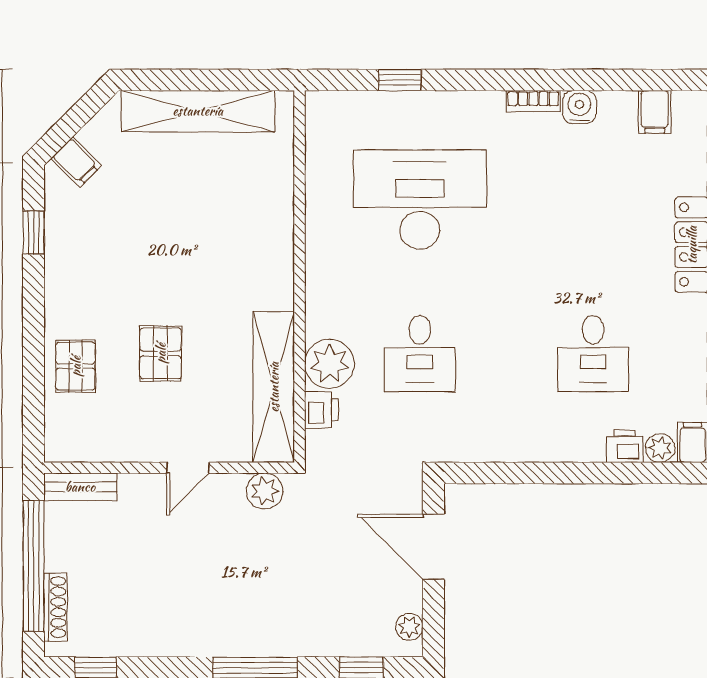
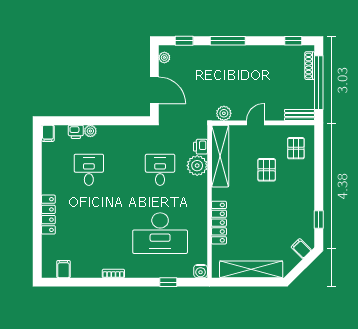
water cooler: (579, 107) -> (201, 271), moved
locker: (276, 225) -> (219, 223), added
pallet: (76, 366) -> (296, 148), moved
plant: (660, 448) -> (90, 131), moved

